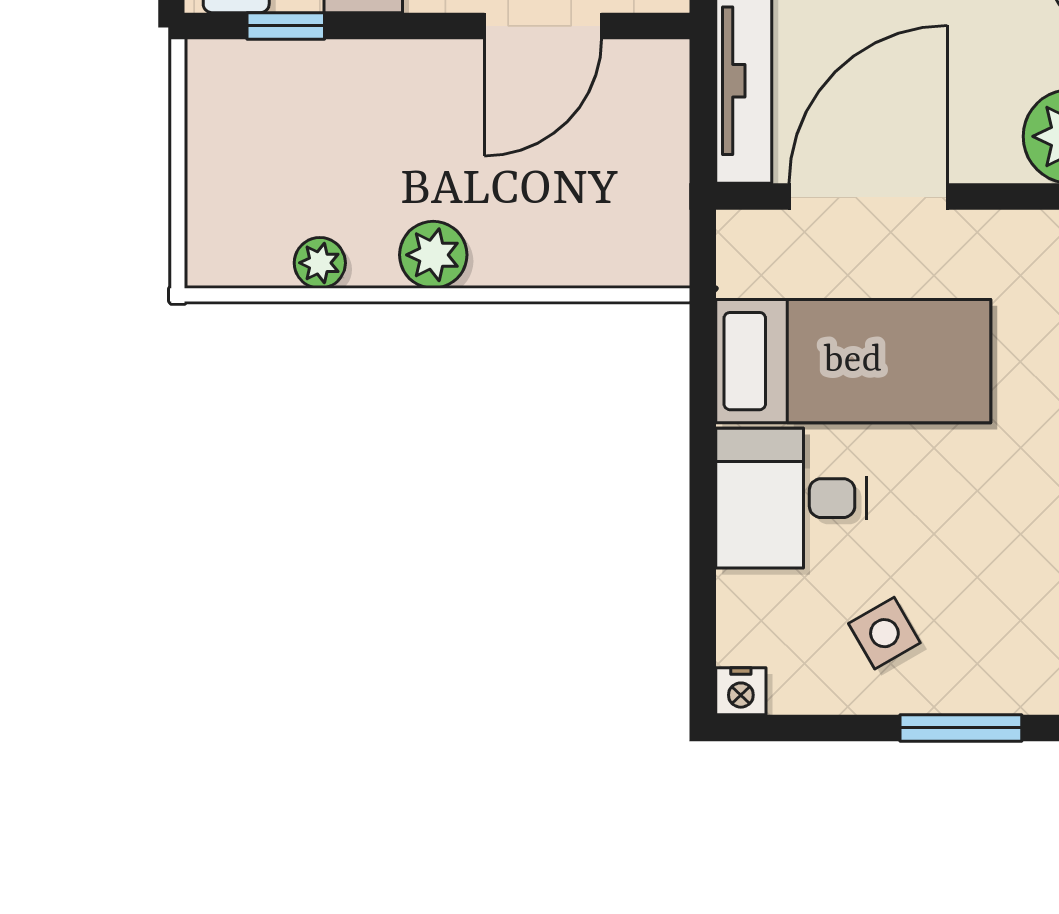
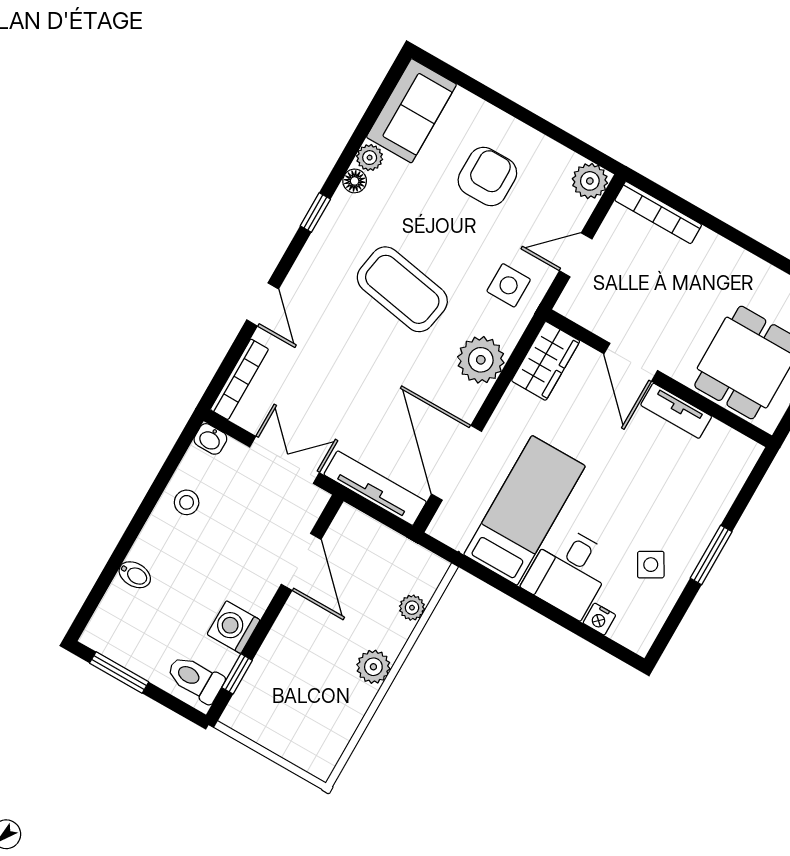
plant: (320, 263) -> (412, 608), moved
nightstand: (741, 691) -> (599, 619), moved, turned 90

